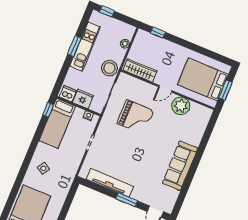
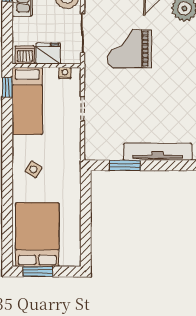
grand piano: (135, 117) -> (129, 49), turned 180
tv unit: (110, 183) -> (157, 152), moved
window: (127, 200) -> (125, 165), moved

